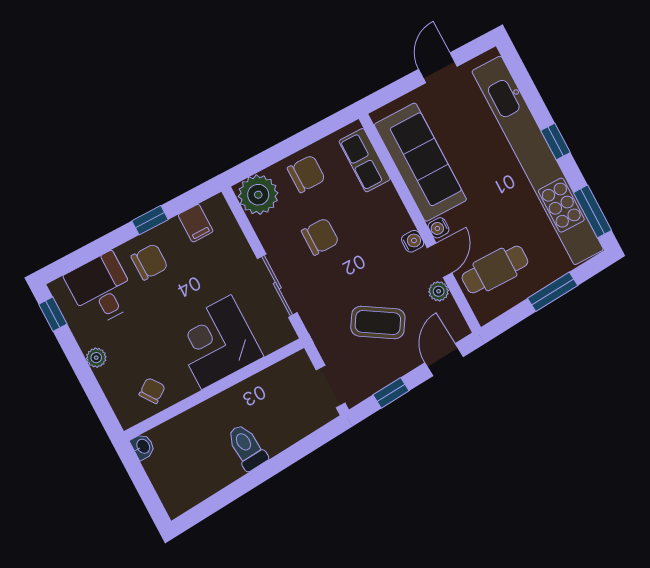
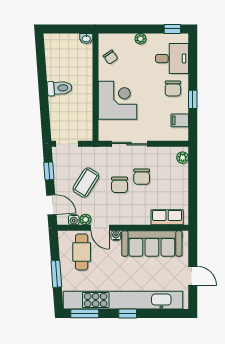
chair: (306, 174) -> (120, 185), moved
plant: (258, 195) -> (183, 158), width x0.53, depth x0.53
water cooler: (413, 241) -> (74, 220), moved

